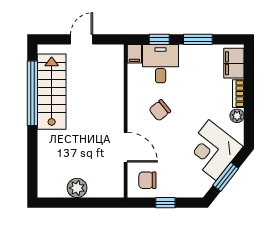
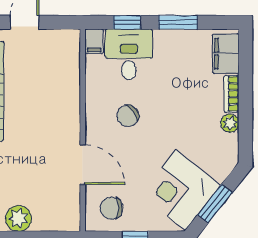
corner desk: (213, 150) -> (181, 190), moved

